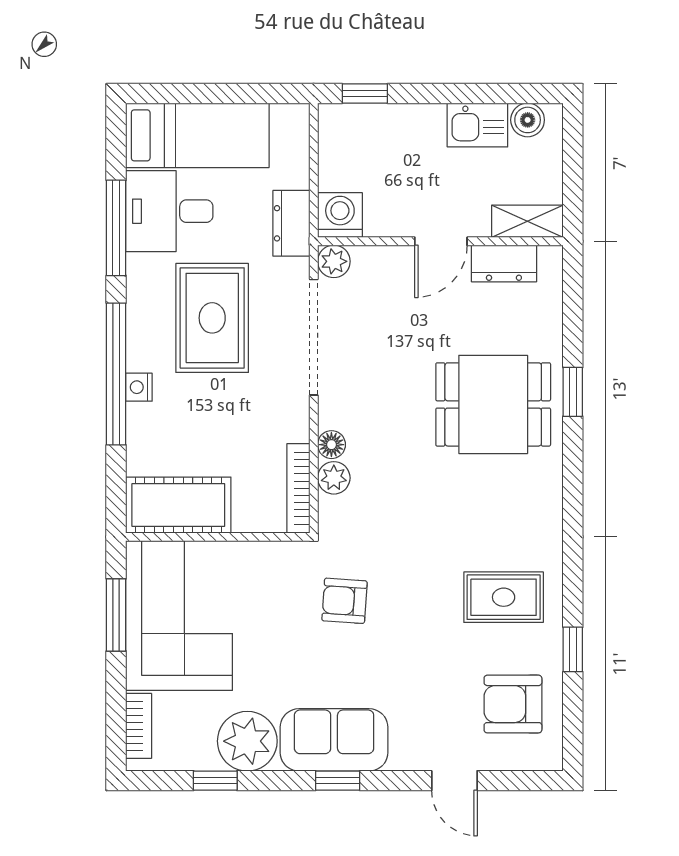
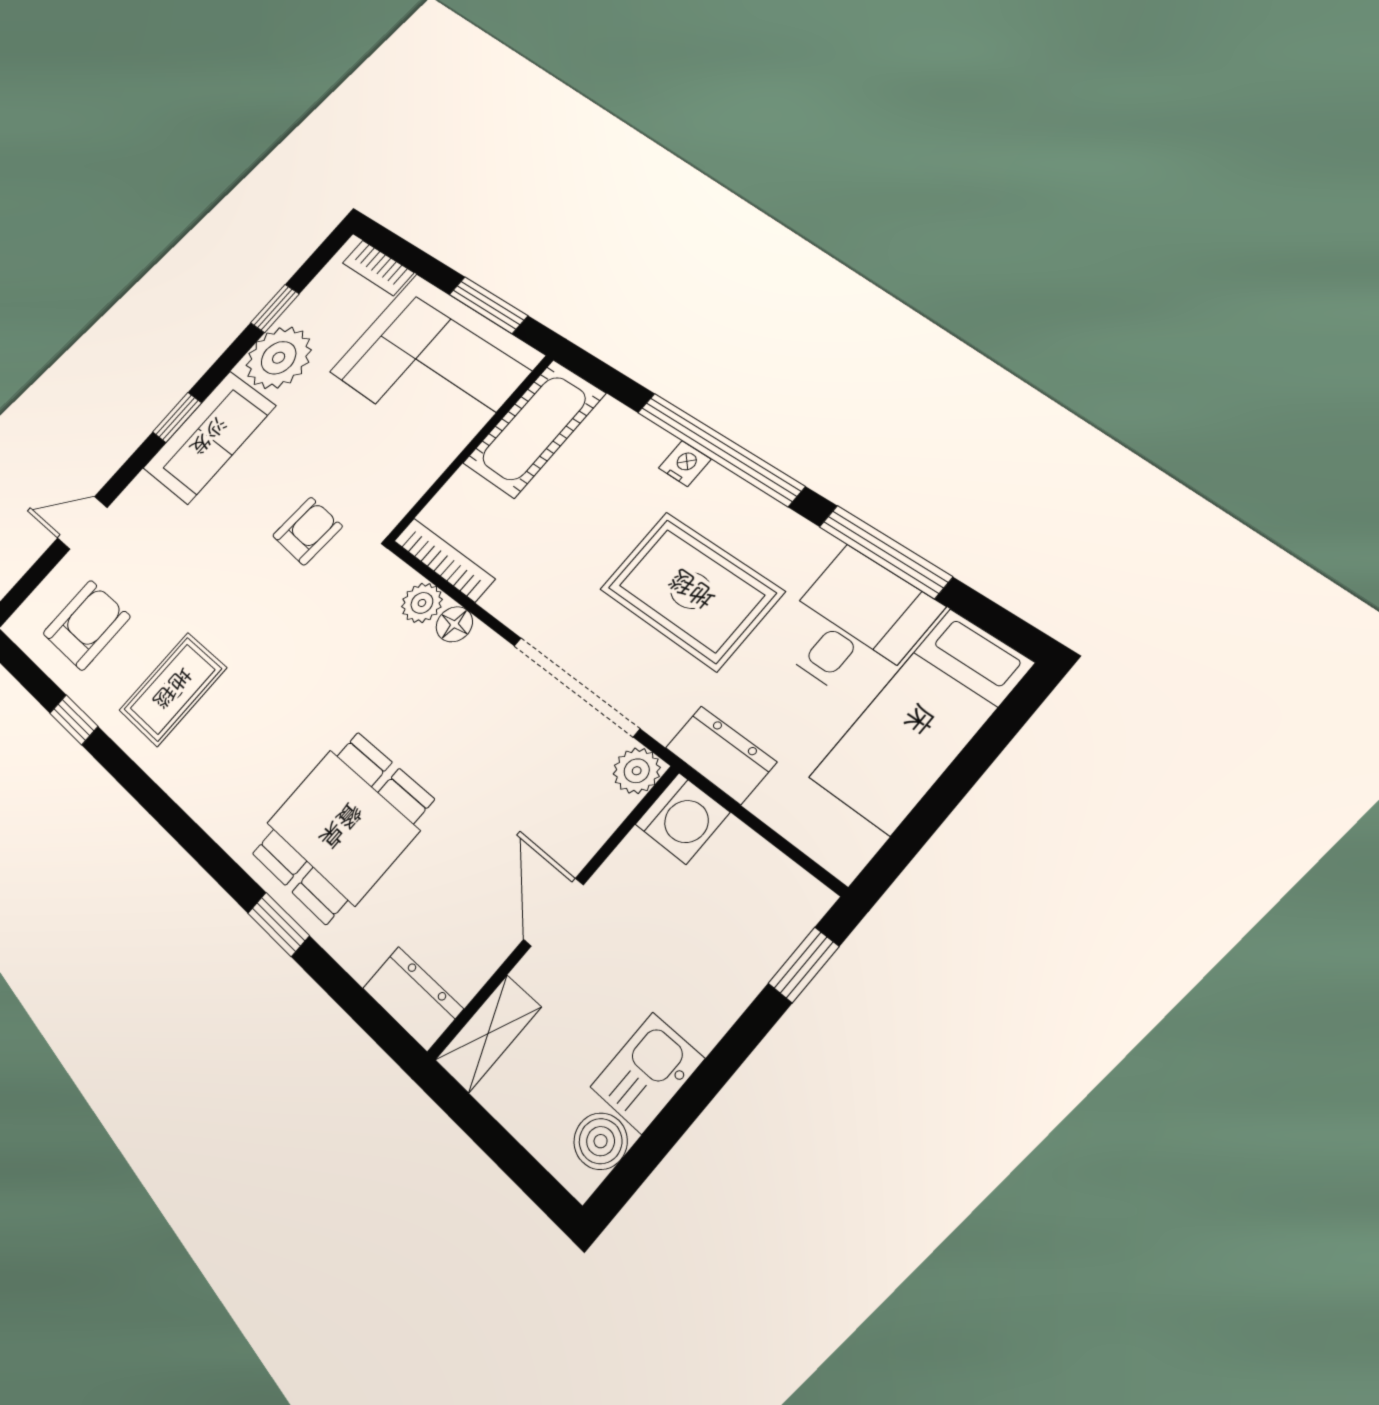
dresser: (504, 263) -> (413, 998), moved, turned 90

